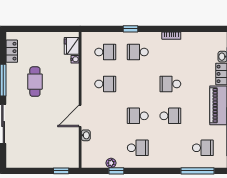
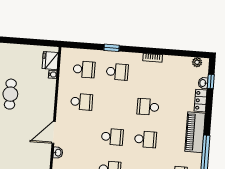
plant: (215, 37) -> (197, 62), added
school desk: (138, 52) -> (117, 72), turned 180
school desk: (138, 116) -> (112, 137), turned 180

